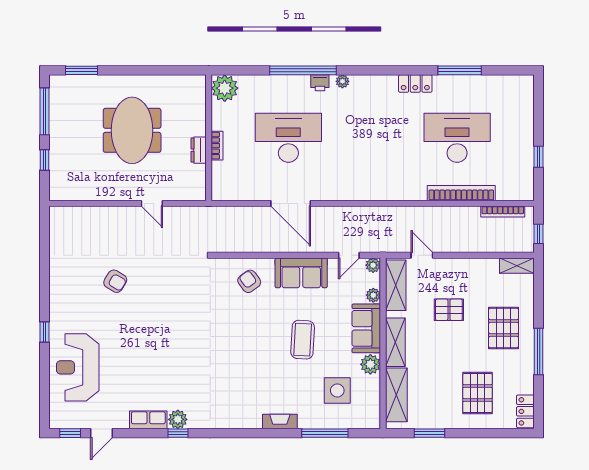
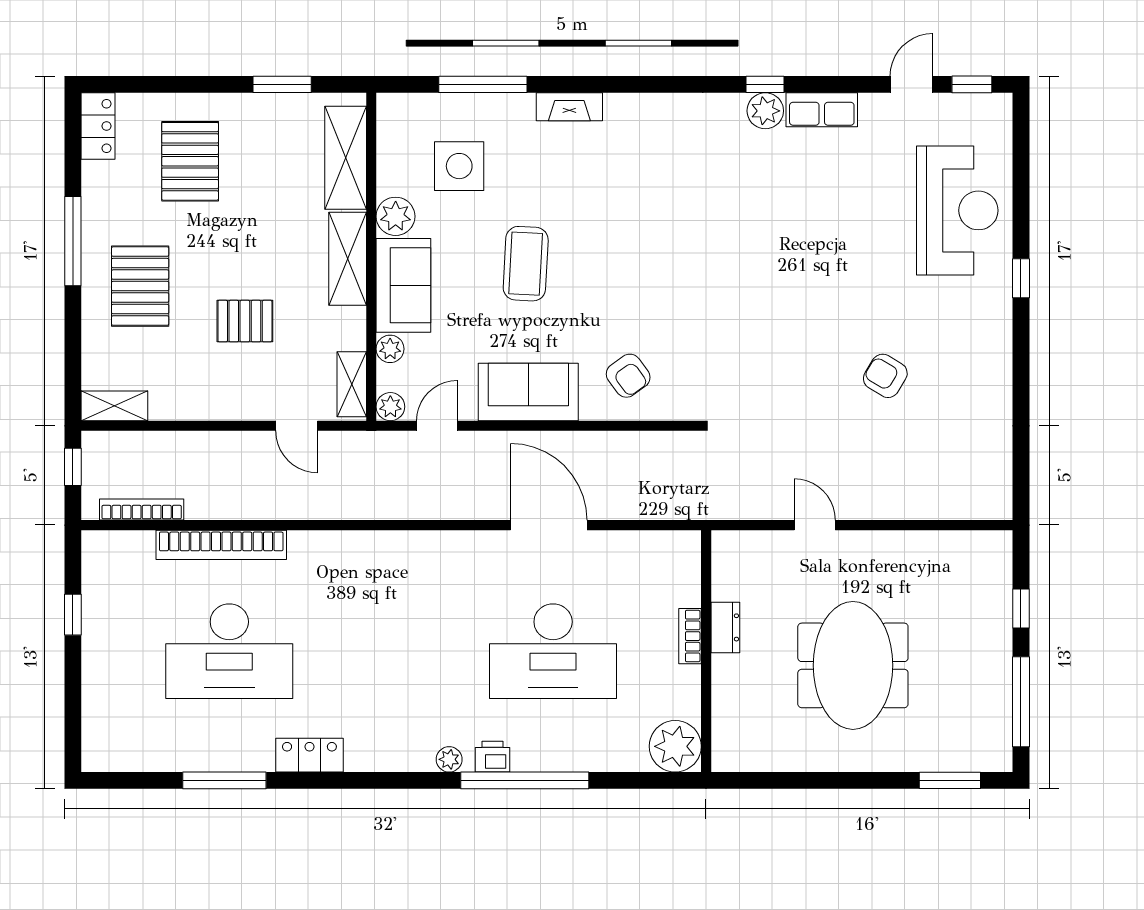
shelving: (396, 285) -> (352, 384), width x0.67, depth x0.75

